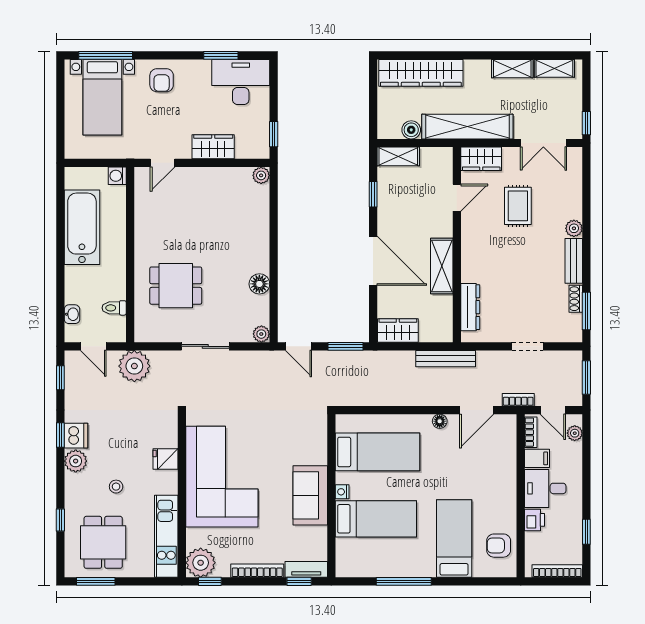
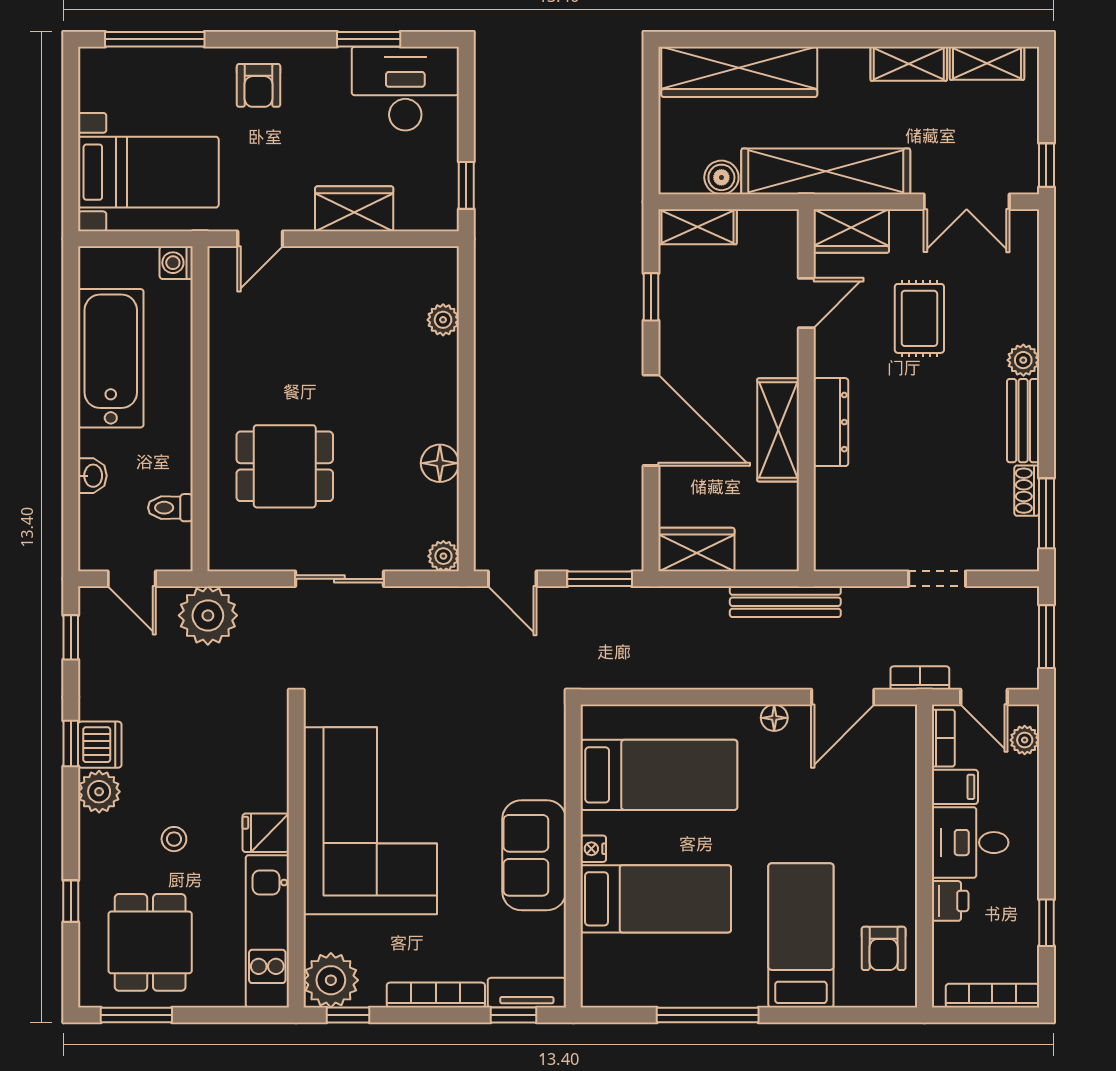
bed with nightstands: (102, 97) -> (148, 172), moved, turned -90
plant: (261, 175) -> (443, 320), moved
dresser: (470, 307) -> (831, 422), moved
washbasin: (72, 314) -> (92, 476), moved
fridge: (165, 459) -> (266, 833), moved
armchair: (499, 546) -> (884, 948), turned -90

